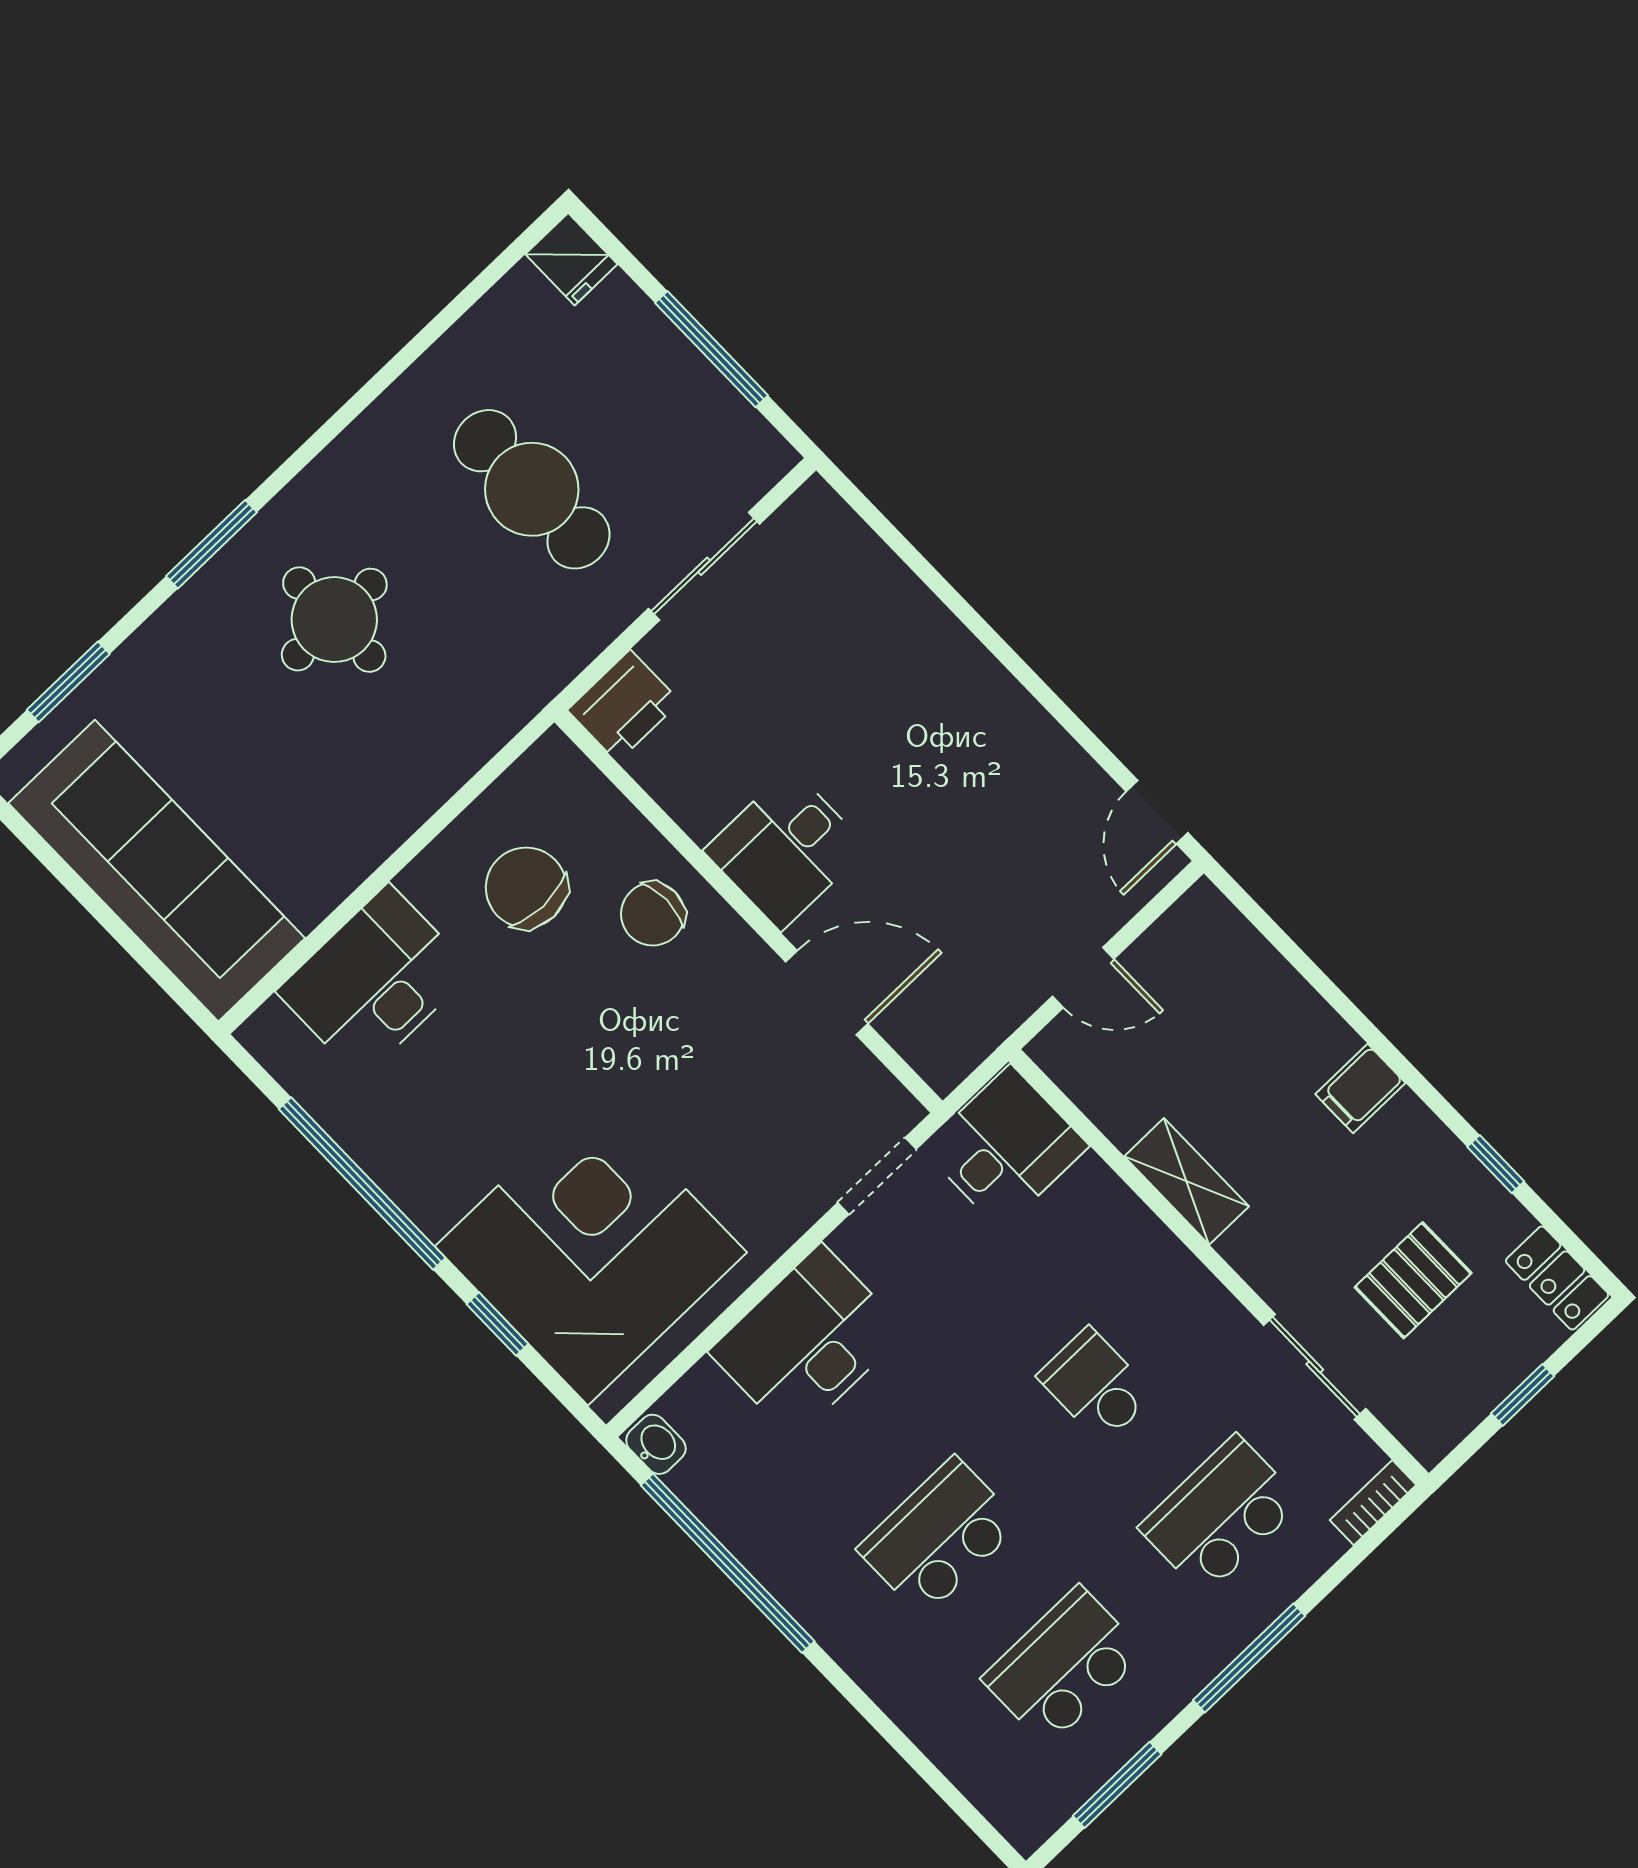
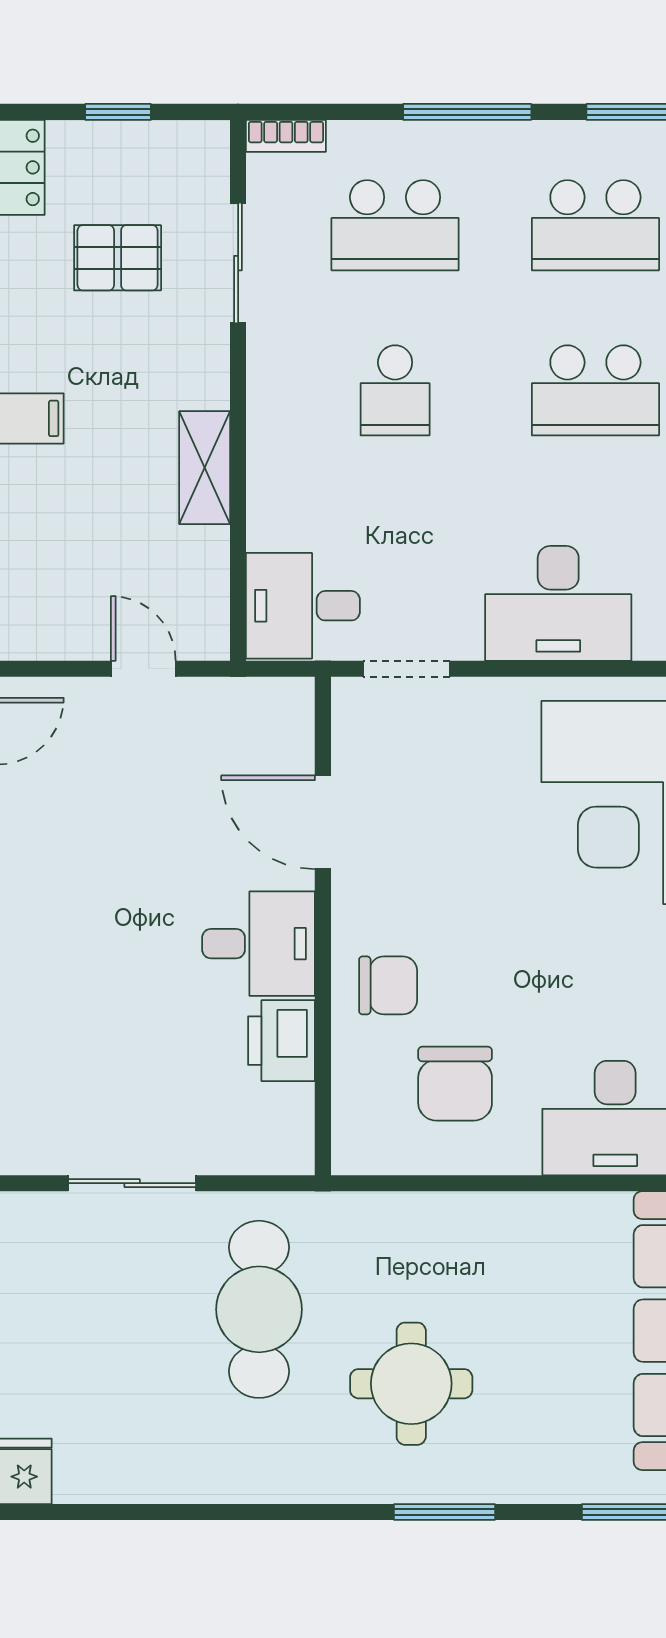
cafe table: (532, 489) -> (259, 1309), moved
printer: (624, 706) -> (281, 1041), moved, turned -90

